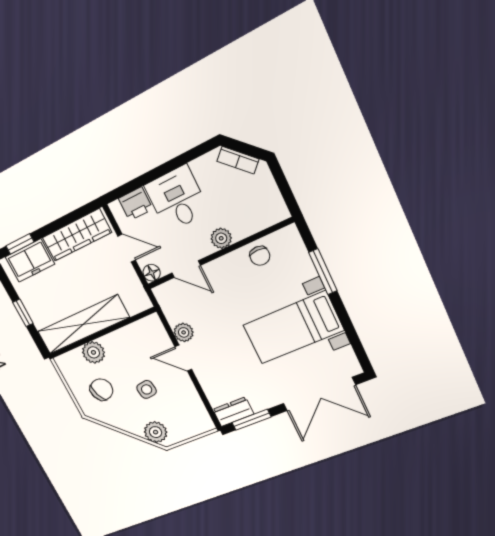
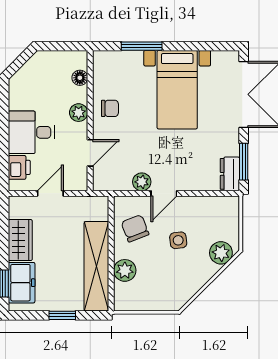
bookcase: (238, 160) -> (26, 71), removed
wardrobe: (77, 235) -> (20, 240), width x0.67
chair: (260, 256) -> (110, 108), moved
floor lamp: (152, 273) -> (80, 78), moved
chair: (101, 390) -> (135, 228), moved

